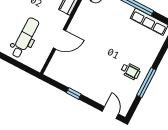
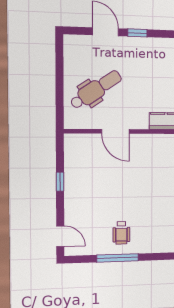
dental chair: (25, 38) -> (96, 90), turned -34
door: (110, 113) -> (60, 236), hinge flipped

